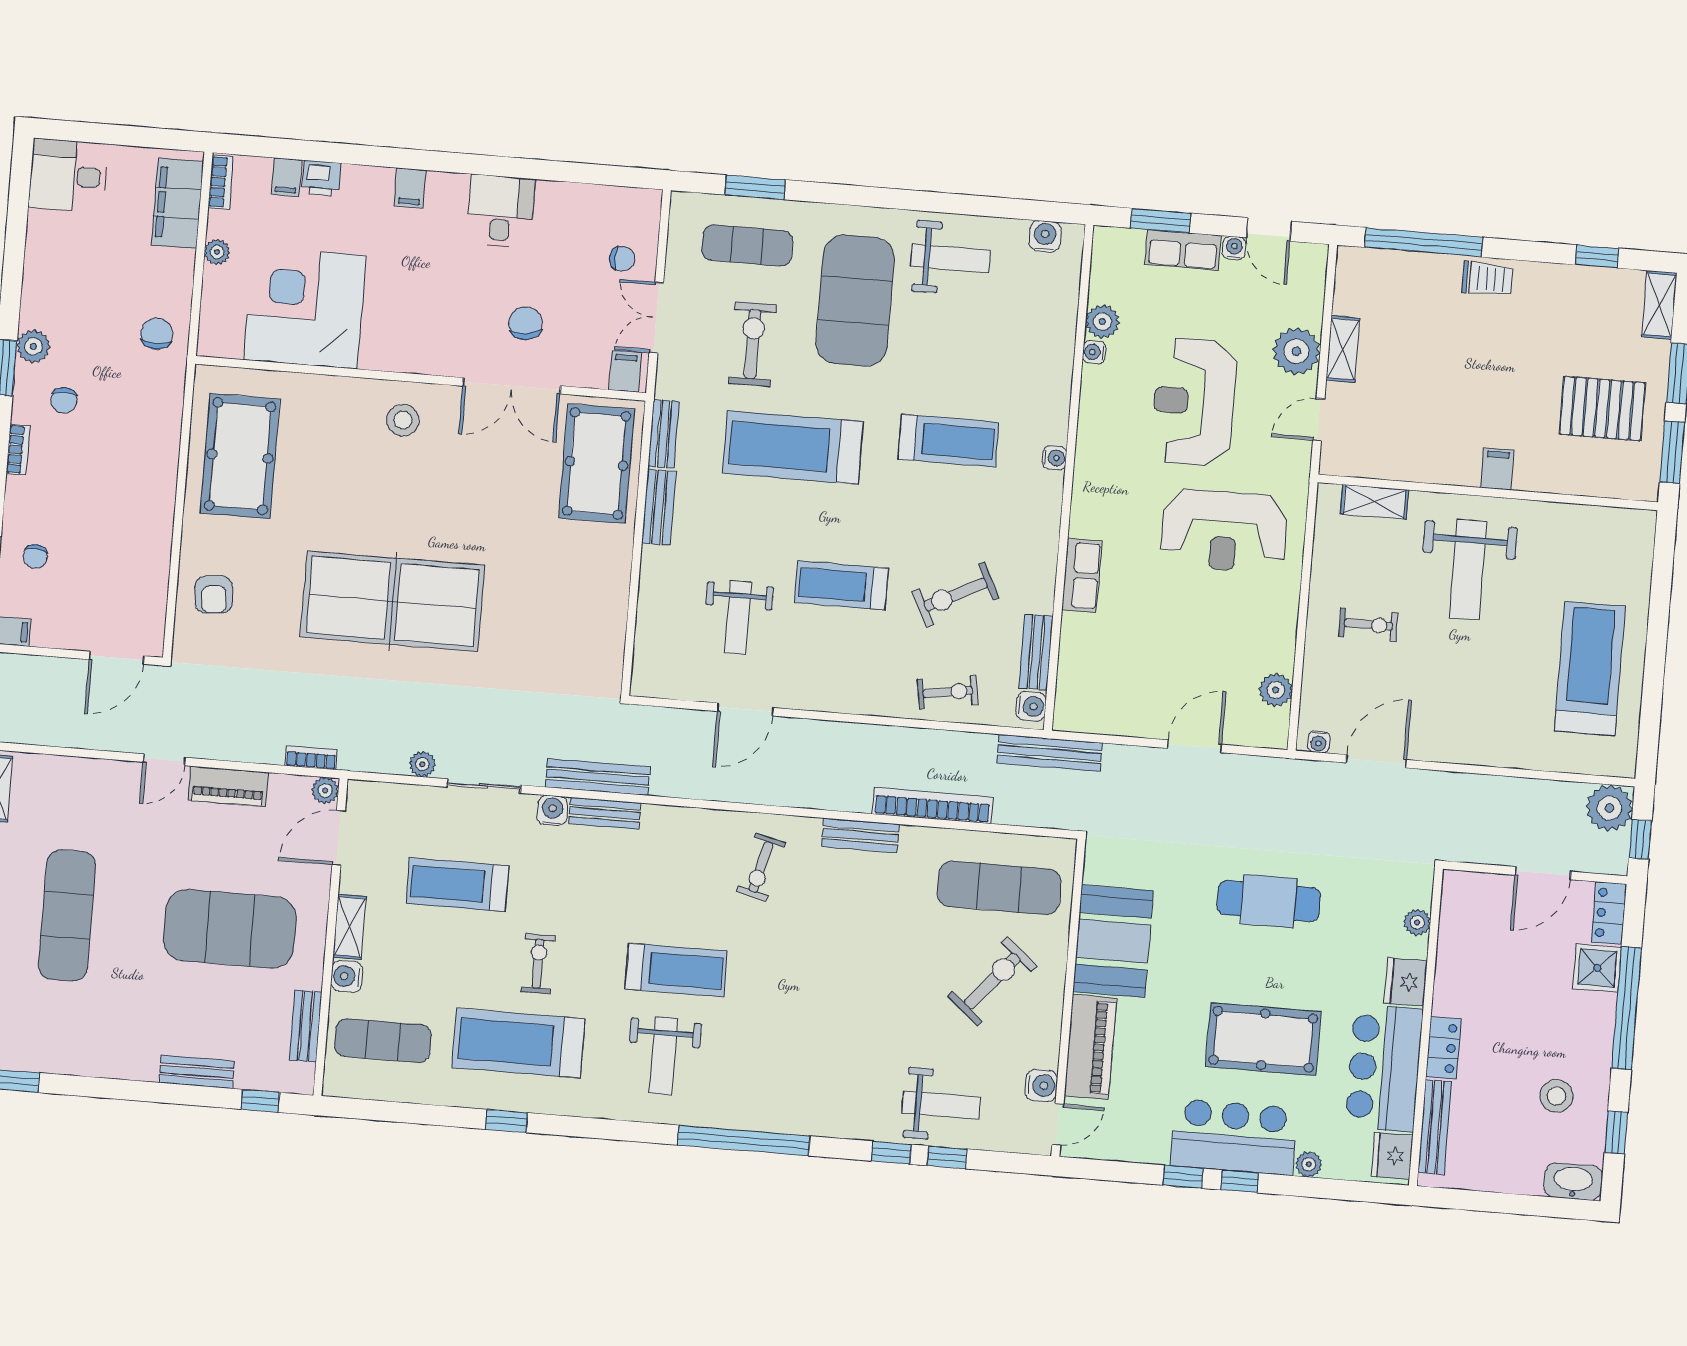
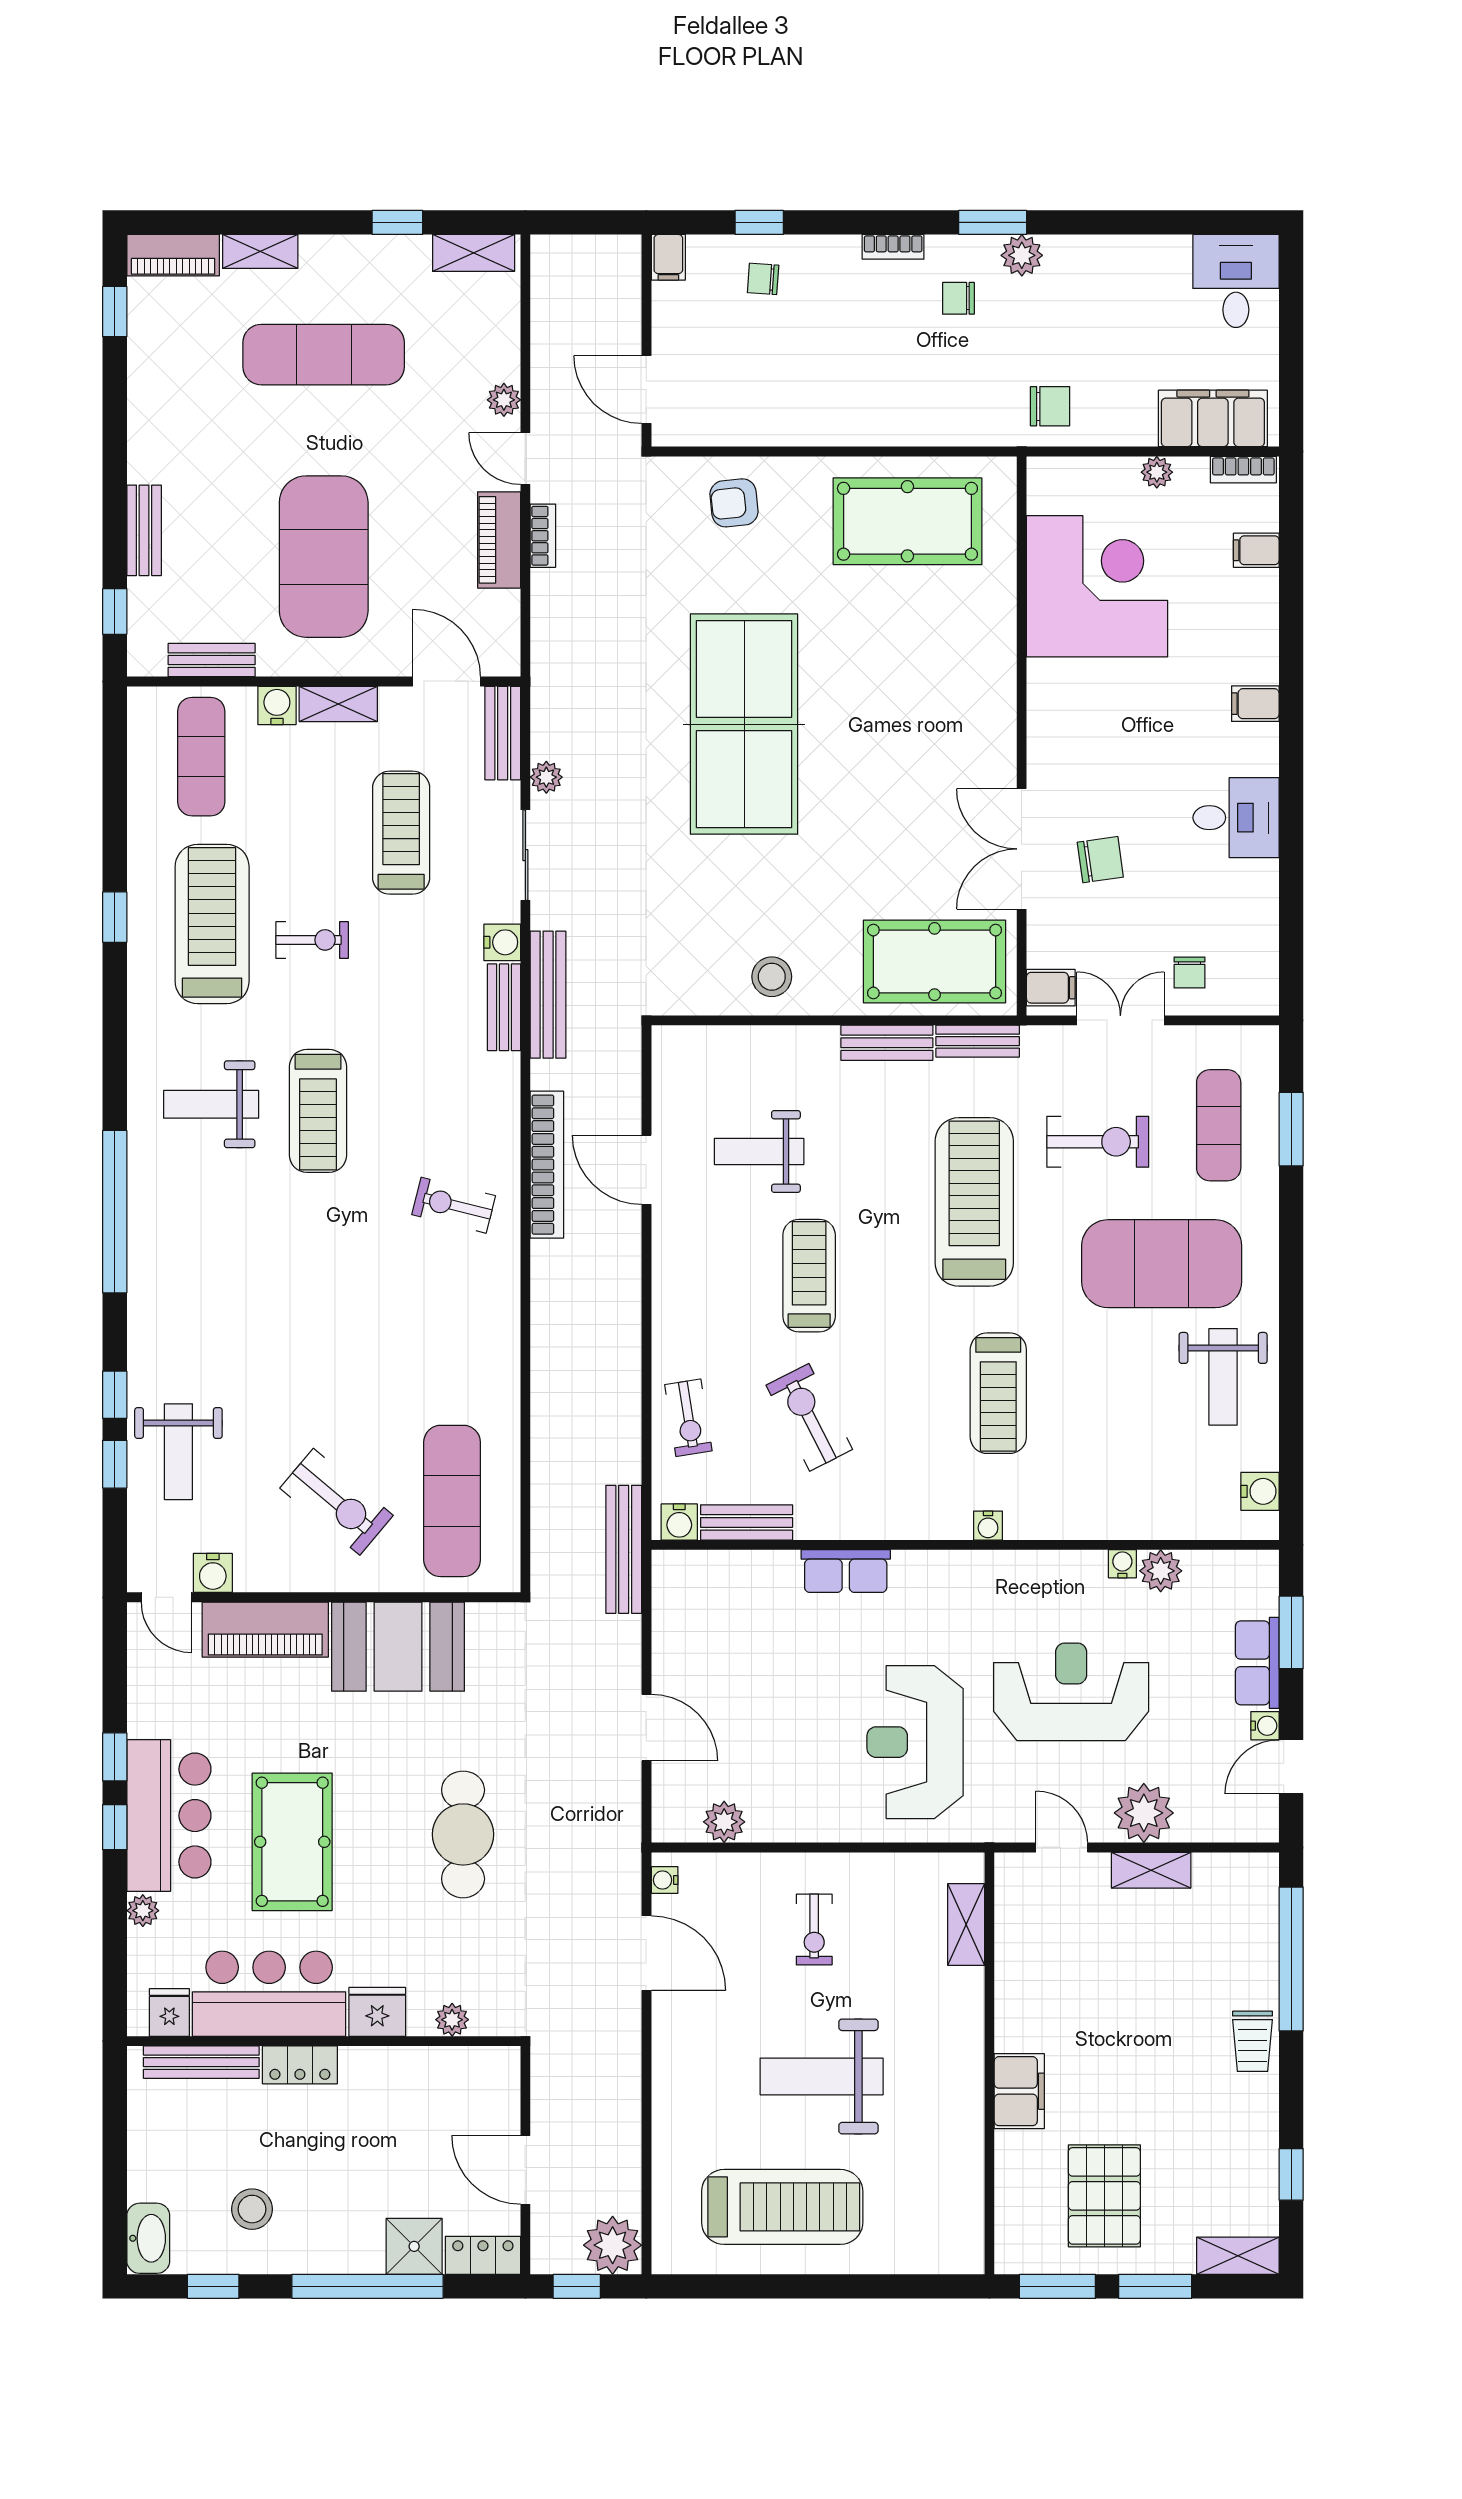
printer: (321, 178) -> (1258, 593), removed
stool: (403, 420) -> (772, 977), moved
filing cabinet: (1497, 469) -> (1019, 2091), width x2.00
weight bench: (1468, 570) -> (822, 2076), moved
bookcase: (311, 758) -> (543, 536), moved
plant: (325, 790) -> (504, 400), moved
bookcase: (933, 805) -> (547, 1165), moved
bench: (860, 835) -> (503, 733), moved
fridge: (1392, 1156) -> (169, 2012), width x0.72

